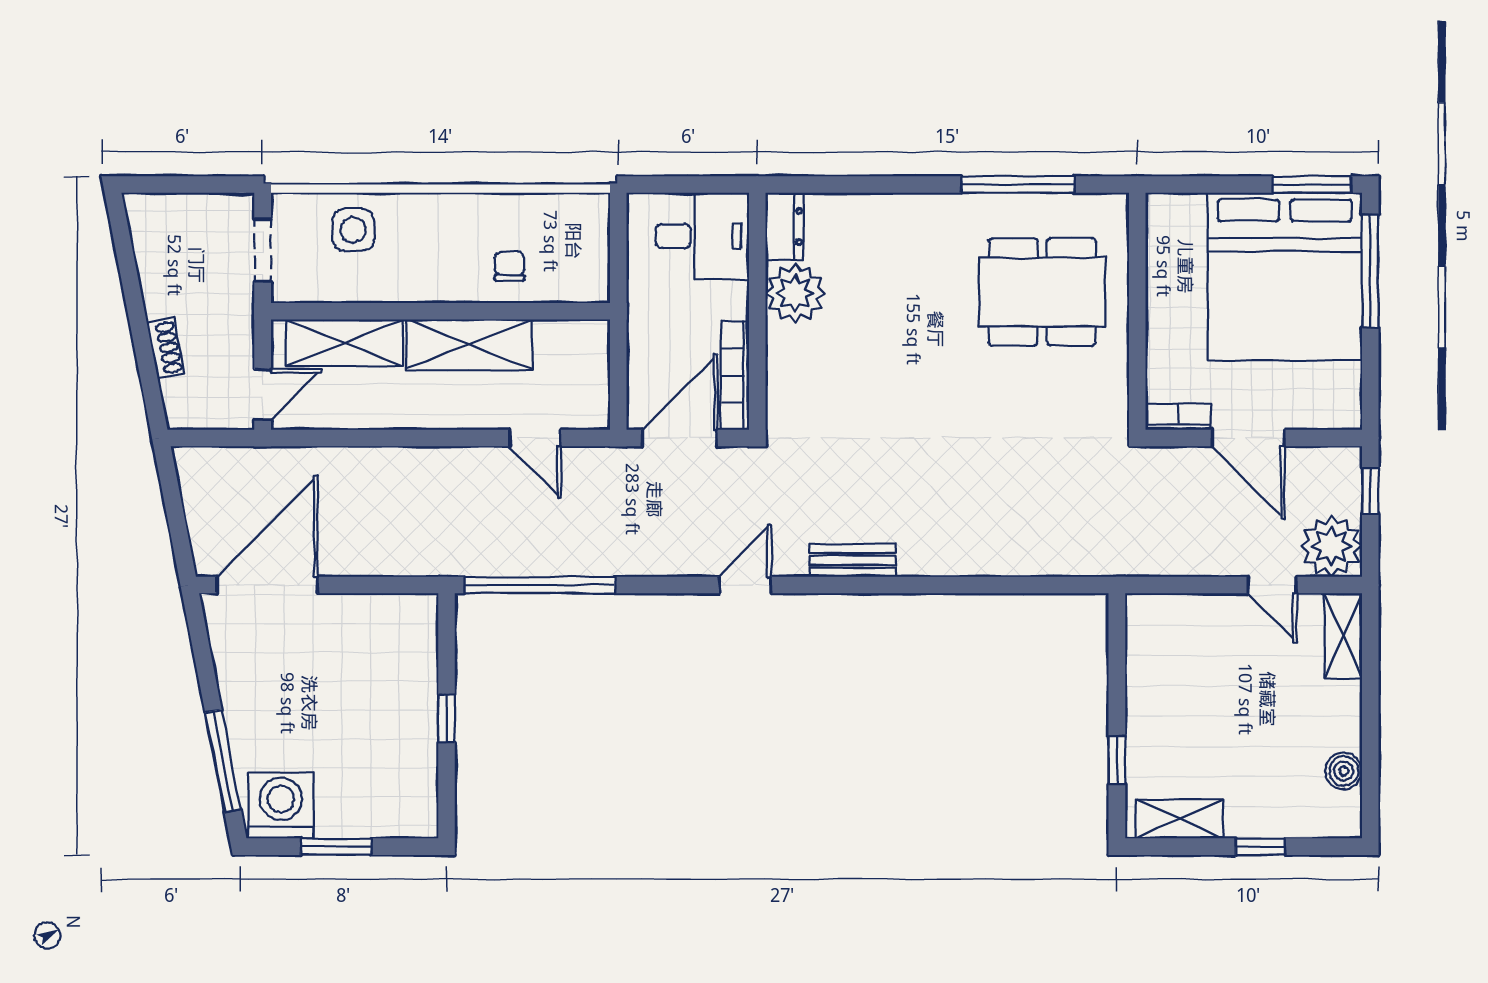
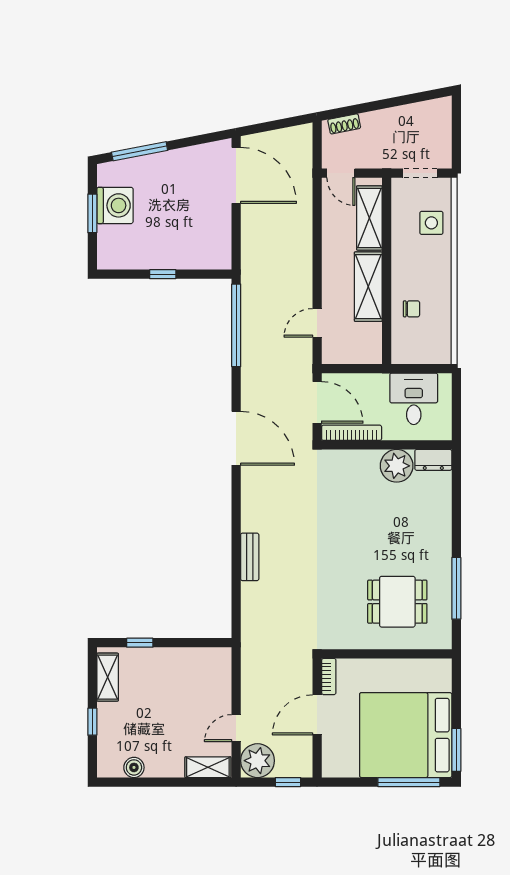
desk: (702, 236) -> (414, 399), moved, turned 180
dining table: (1042, 292) -> (397, 602), width x0.73
shoe rack: (165, 348) -> (344, 124), moved
bench: (853, 560) -> (250, 557), moved
door: (745, 585) -> (236, 438), width x1.87
washing machine: (281, 805) -> (115, 205), moved

